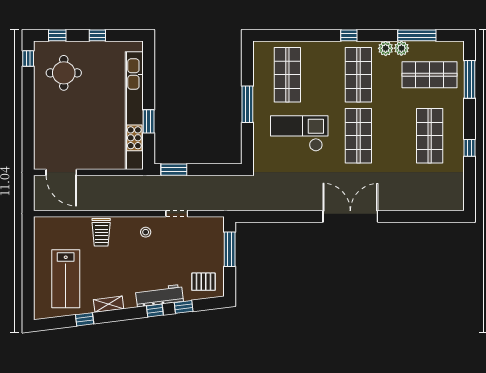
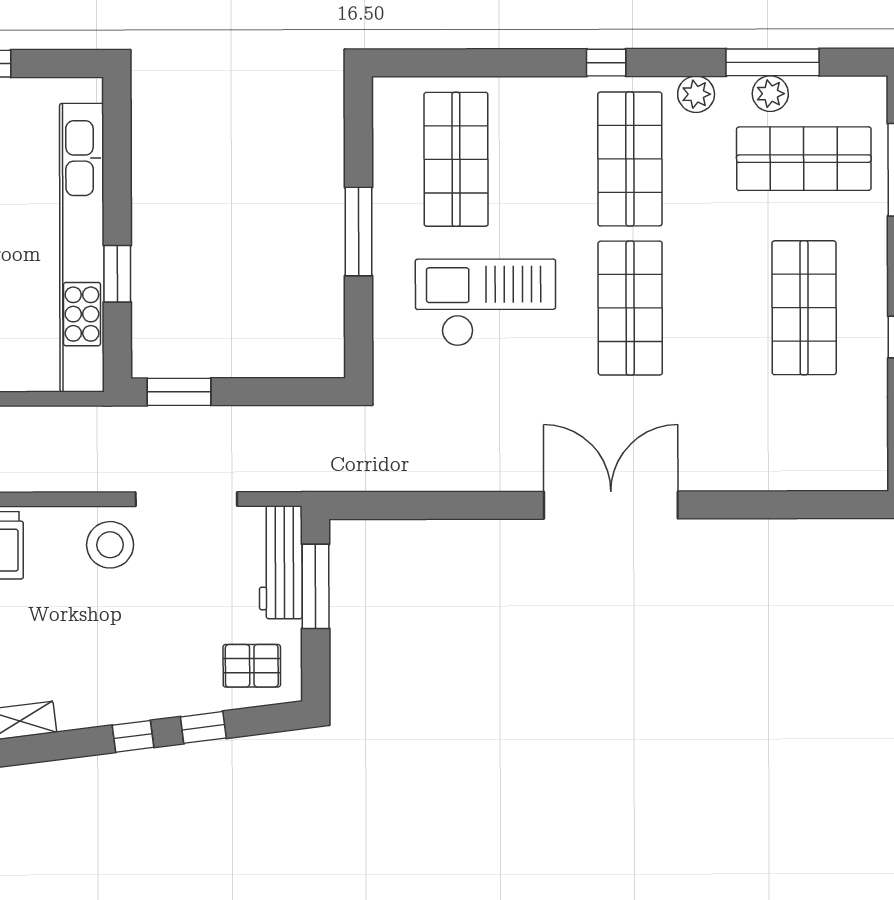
plant: (401, 48) -> (770, 94), moved
doorway: (177, 214) -> (186, 499), width x1.88
stool: (146, 232) -> (110, 545), width x1.89, depth x1.89
workbench: (159, 296) -> (281, 562), moved, turned -83

